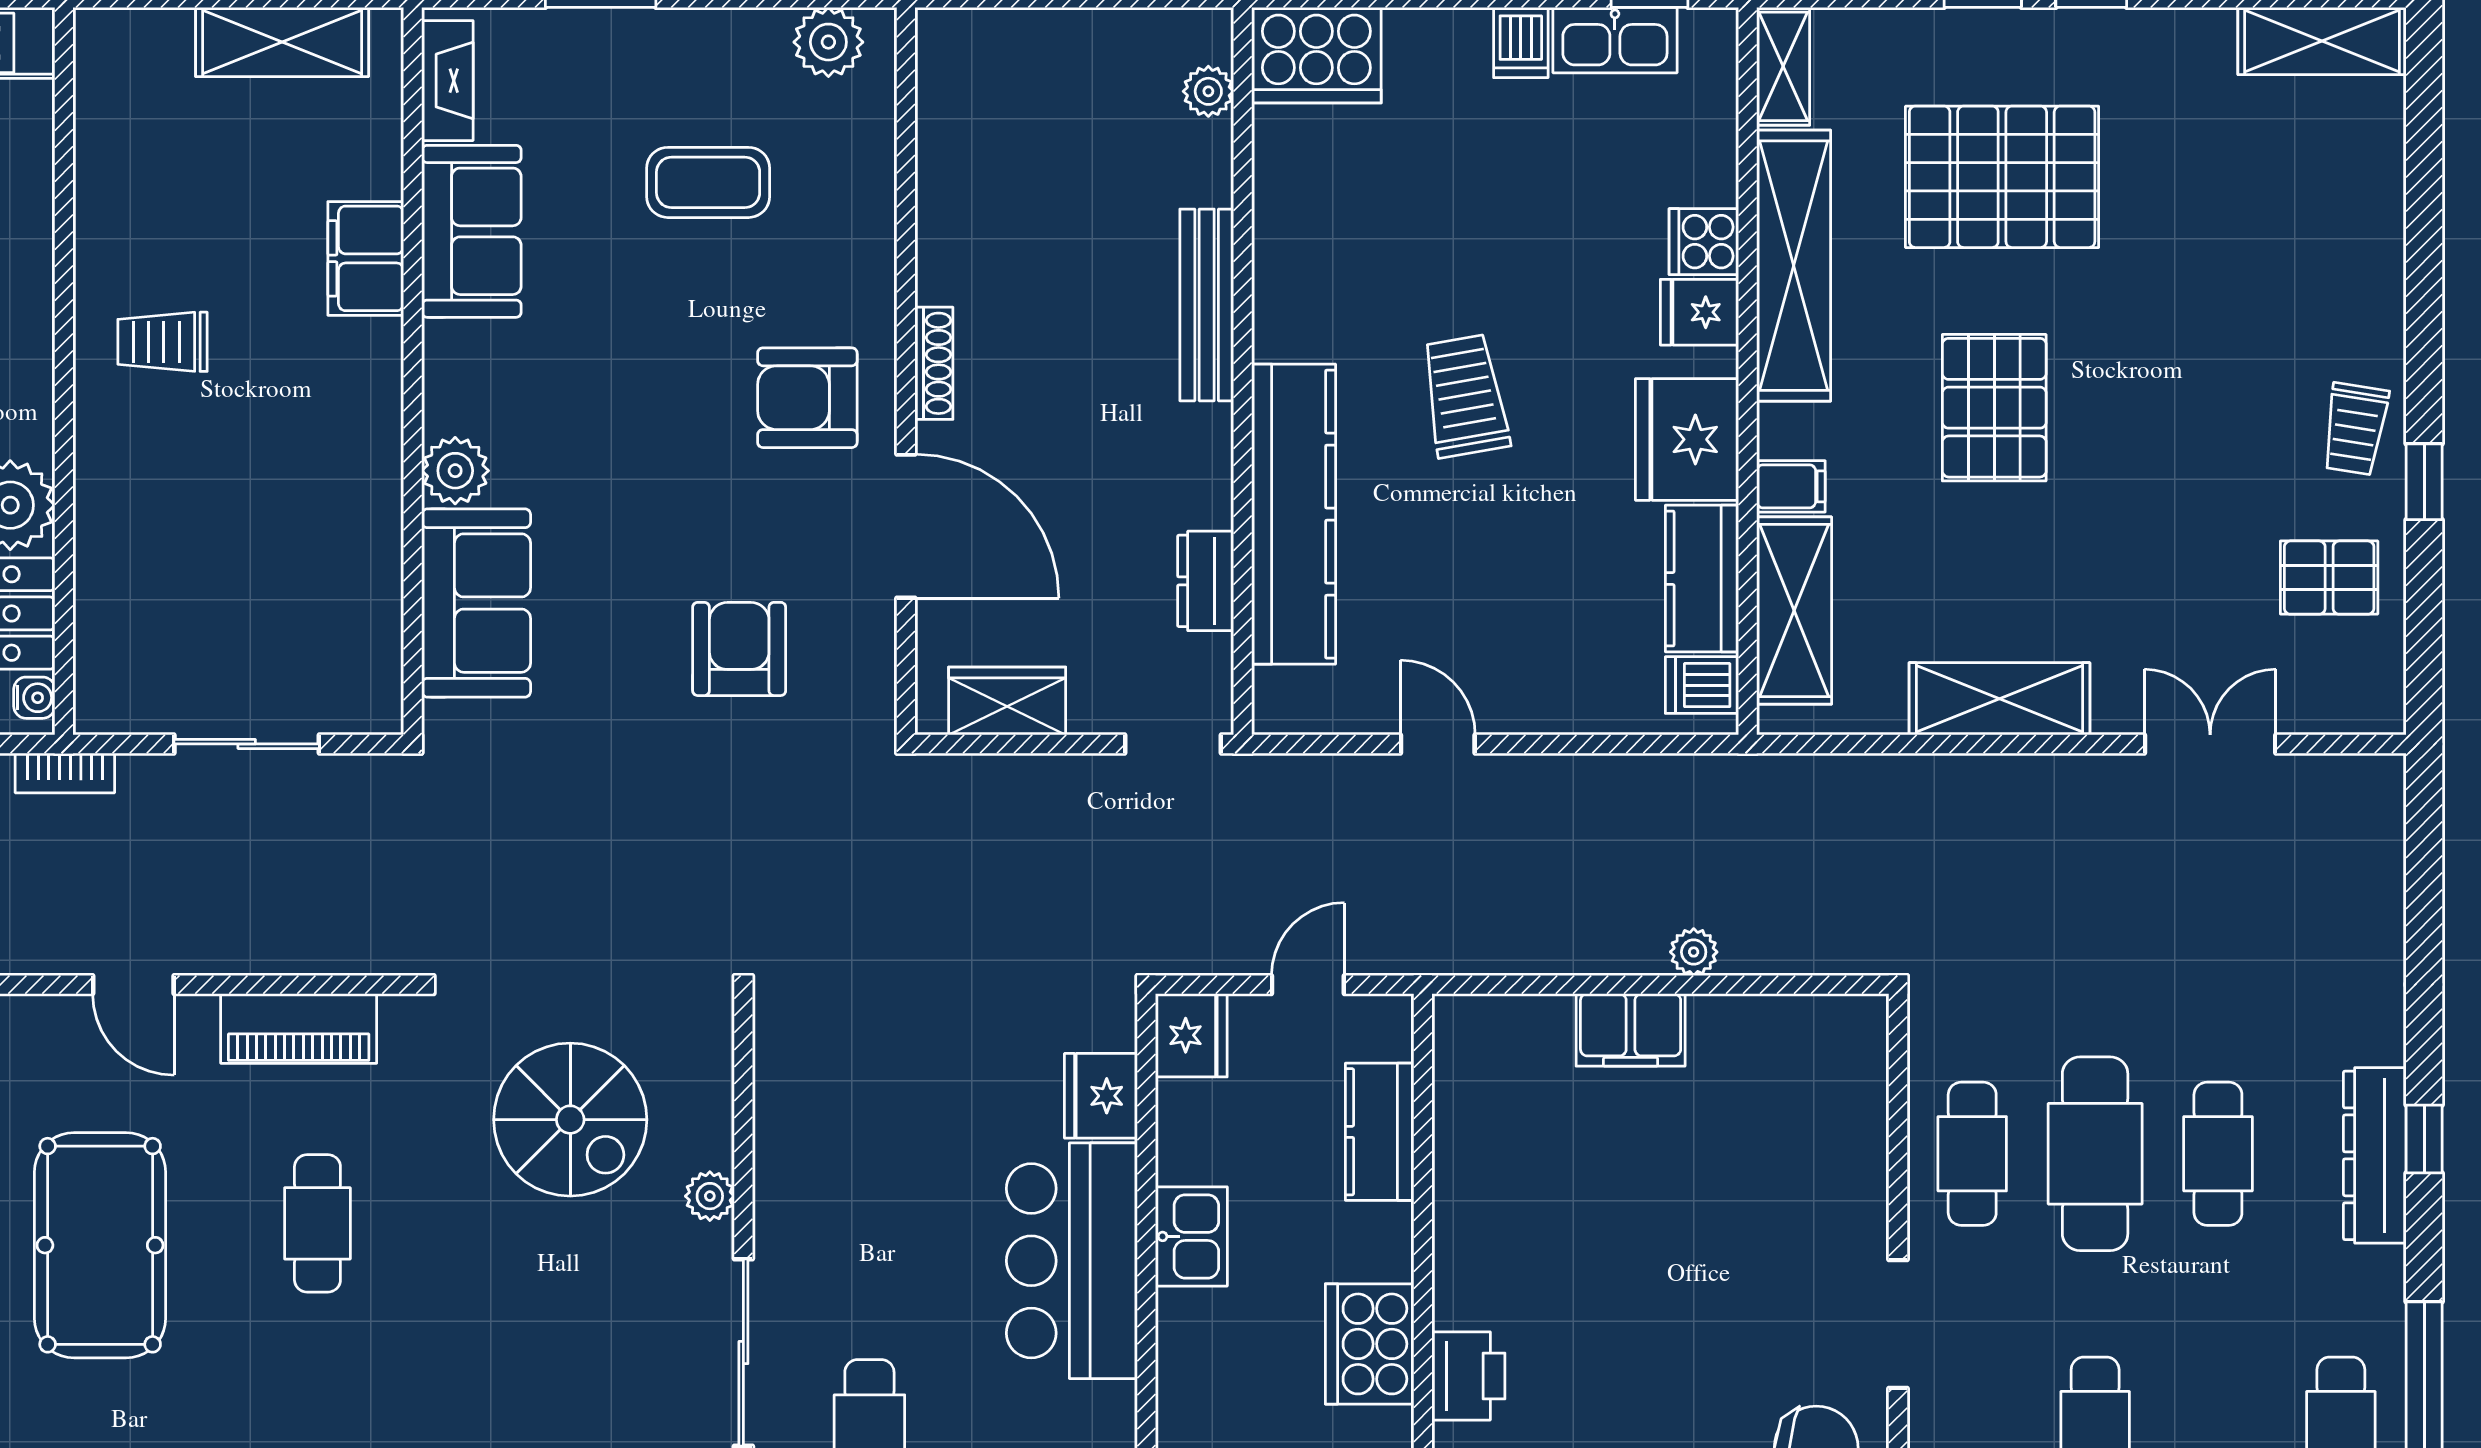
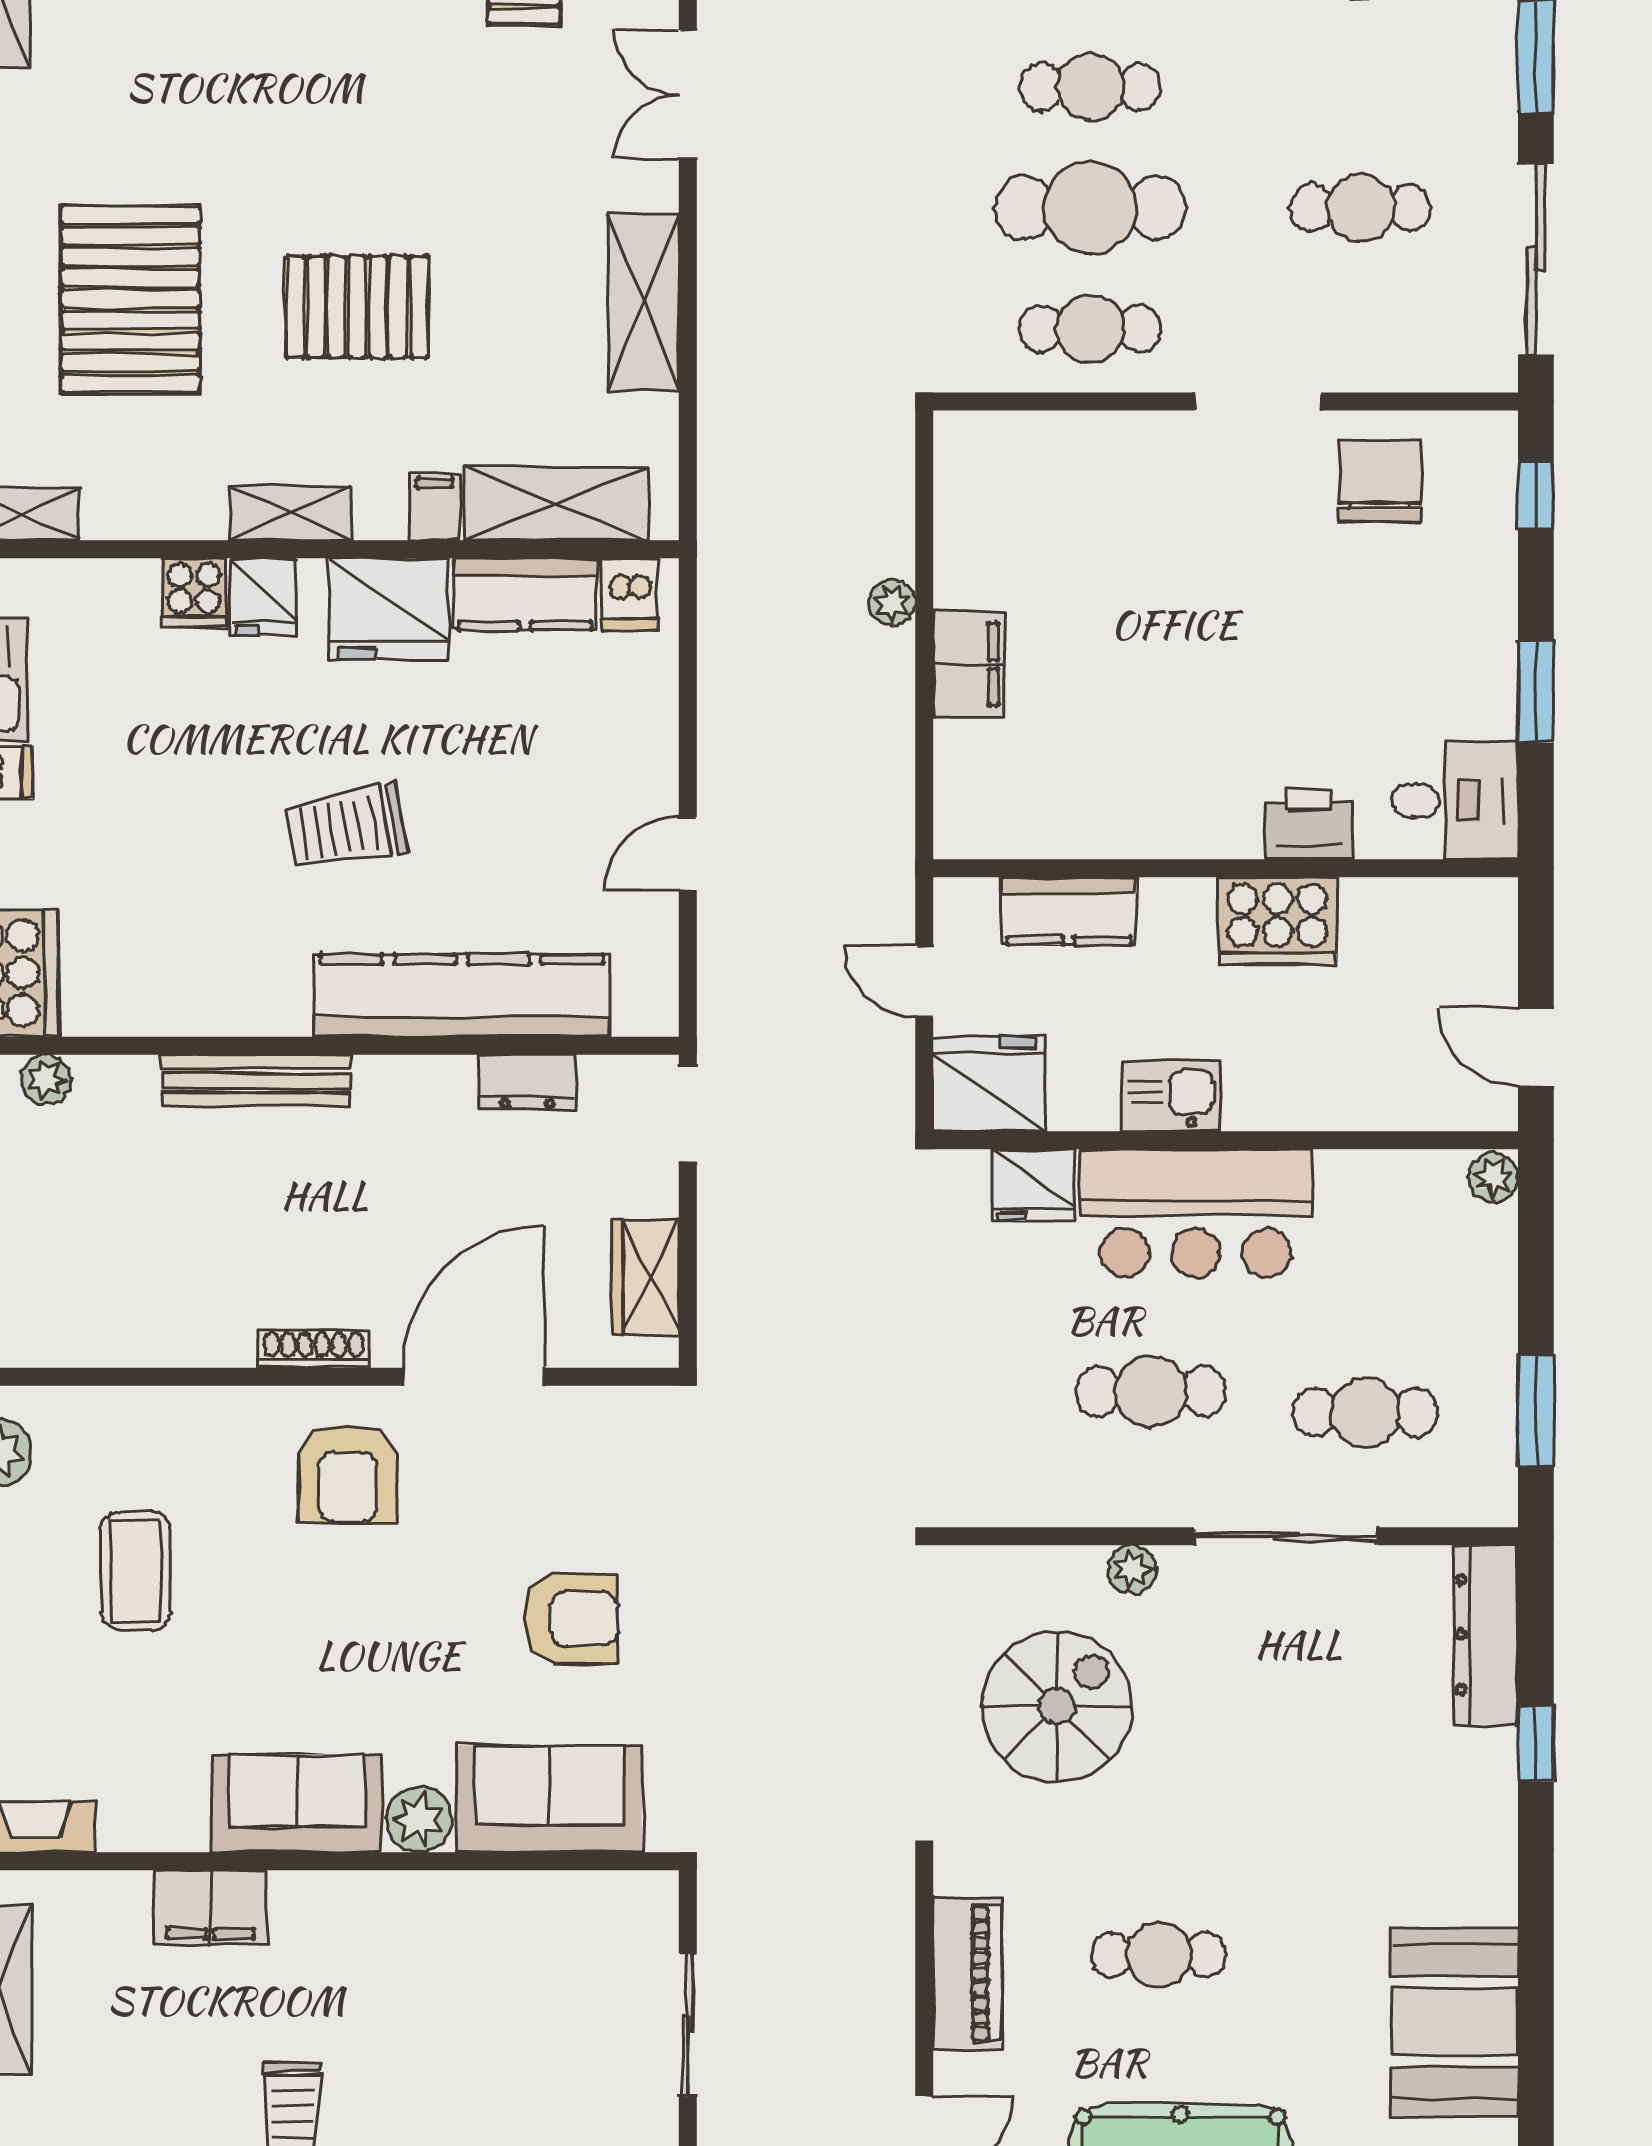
sofa: (471, 231) -> (297, 1804), moved
shelving: (1794, 266) -> (290, 513), width x0.45, depth x0.75
armchair: (739, 649) -> (571, 1619), moved, turned 180
fridge: (1191, 1035) -> (989, 1084), width x1.36, depth x1.34
cafe table: (891, 1215) -> (1151, 1391), added

